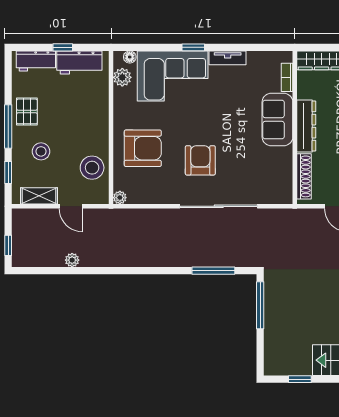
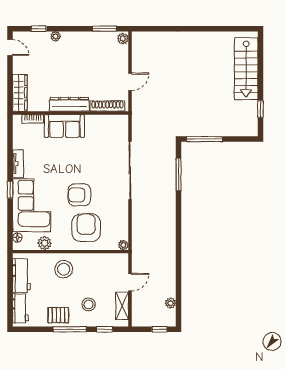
window: (63, 47) -> (10, 288), removed
plant: (122, 77) -> (45, 243), moved
armchair: (200, 160) -> (79, 195), moved
stool: (92, 168) -> (64, 269), moved
plant: (72, 260) -> (171, 303), moved

